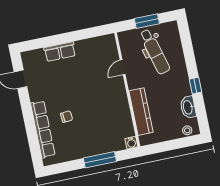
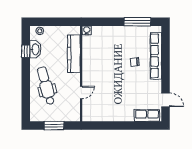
row of seats: (60, 52) -> (147, 116), moved
dental chair: (155, 52) -> (46, 86), moved
window: (195, 86) -> (26, 51), moved
window: (100, 160) -> (137, 22), moved

